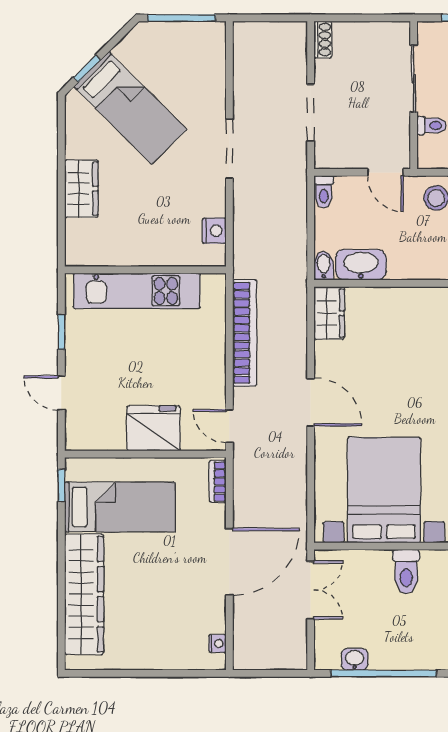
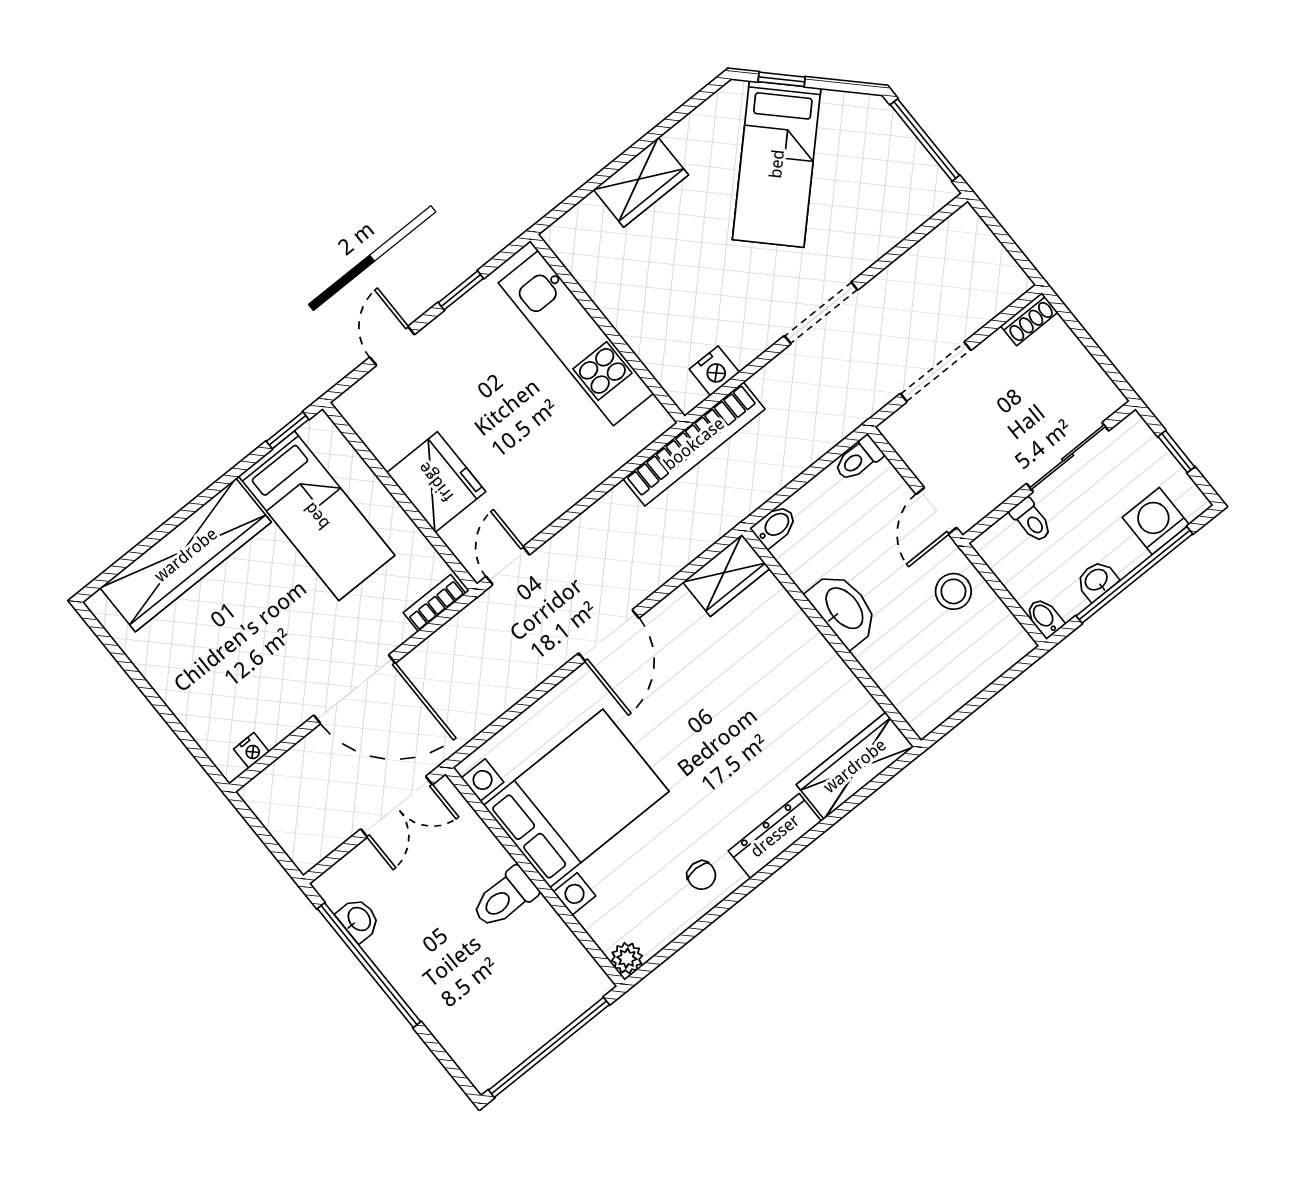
washbasin: (361, 265) -> (843, 609), moved
bookcase: (245, 333) -> (694, 444), moved

